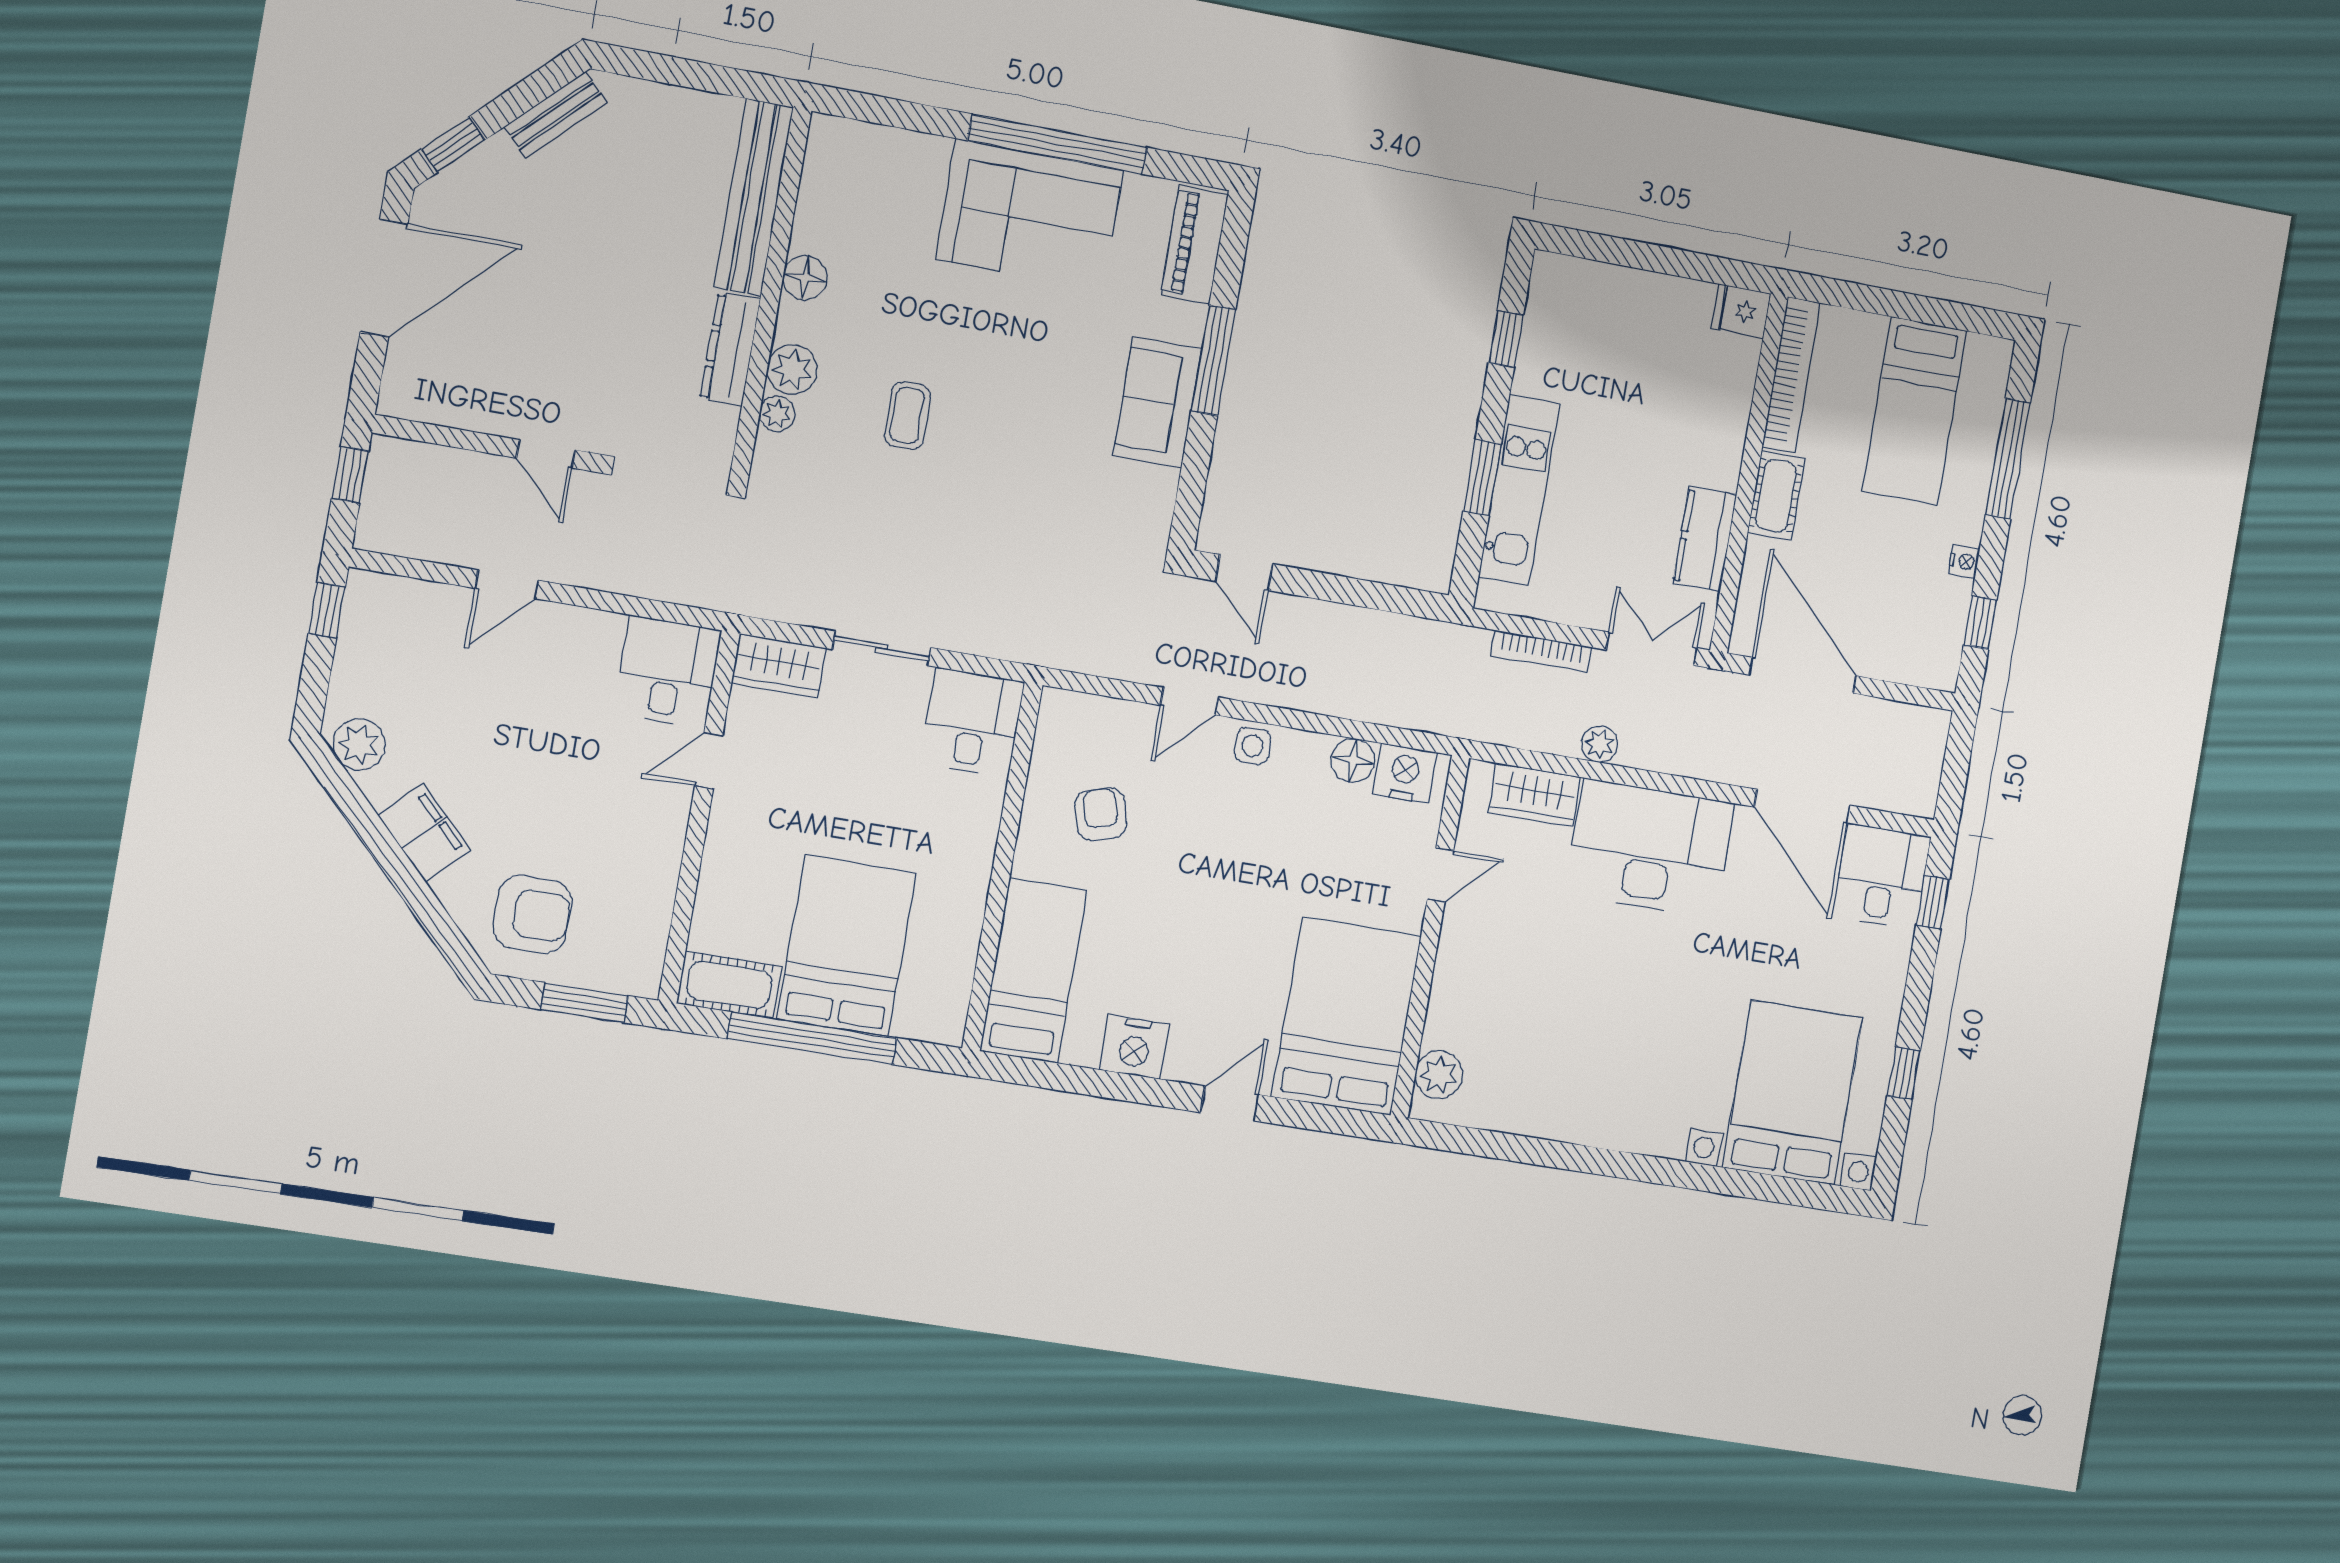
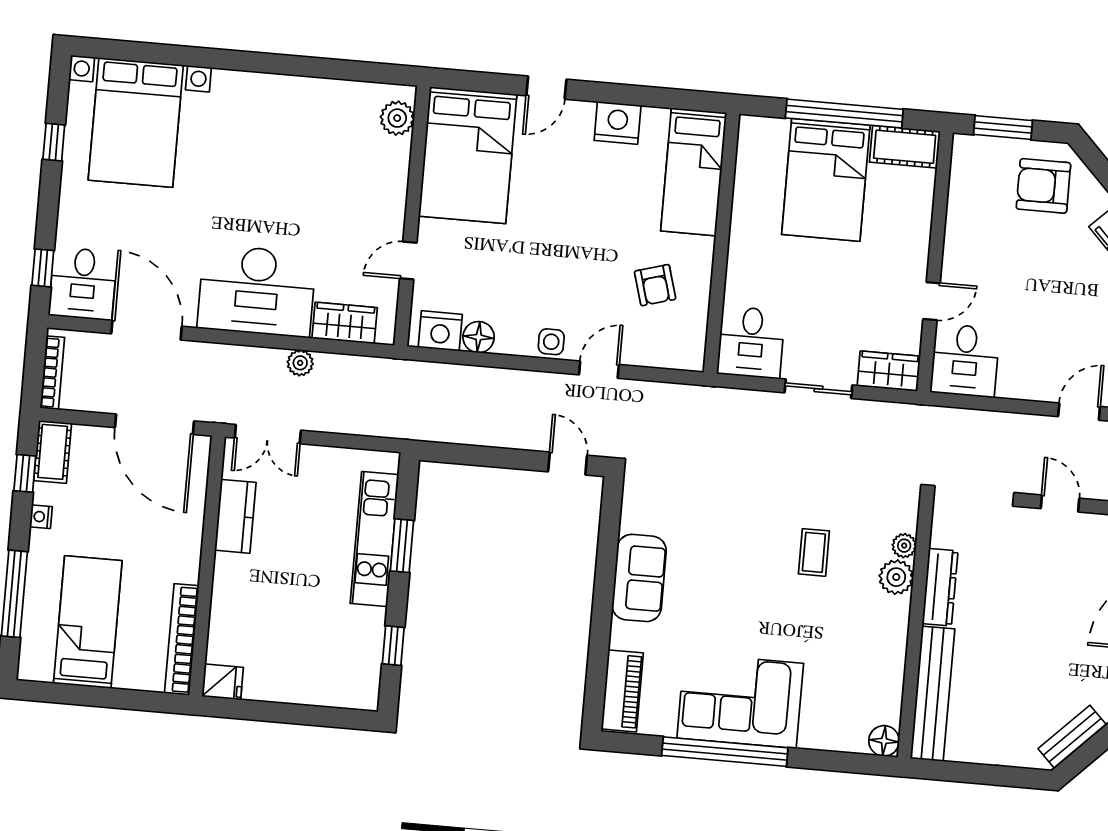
floor lamp: (805, 278) -> (884, 741), moved
window: (1213, 360) -> (602, 611), removed
cot: (1776, 496) -> (53, 452), moved
bookcase: (1541, 651) -> (52, 373), moved, turned 90

